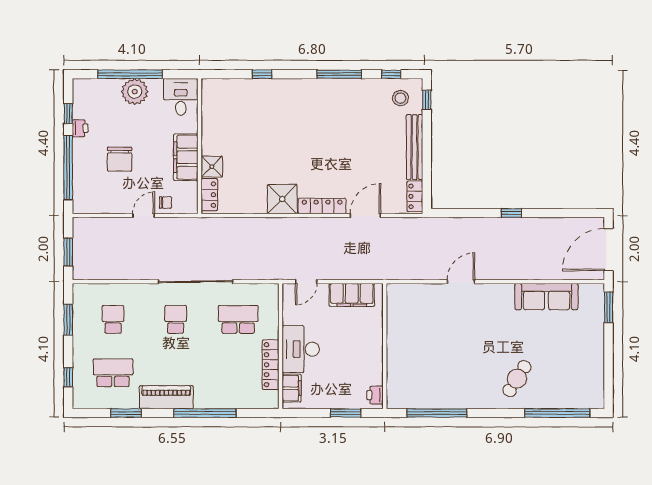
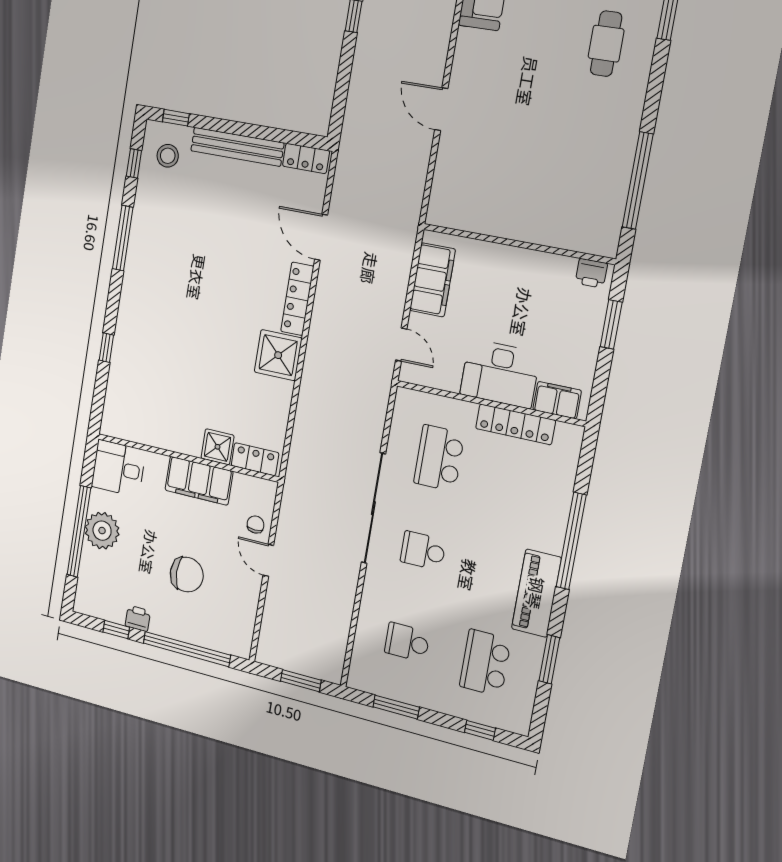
cafe table: (517, 379) -> (606, 44), turned 58

